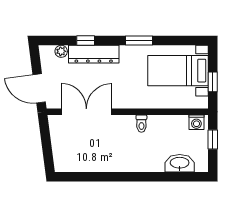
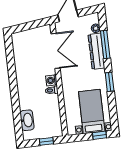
window: (86, 41) -> (105, 45), width x2.17
window: (213, 82) -> (100, 135), moved
washing machine: (196, 122) -> (51, 80), moved

